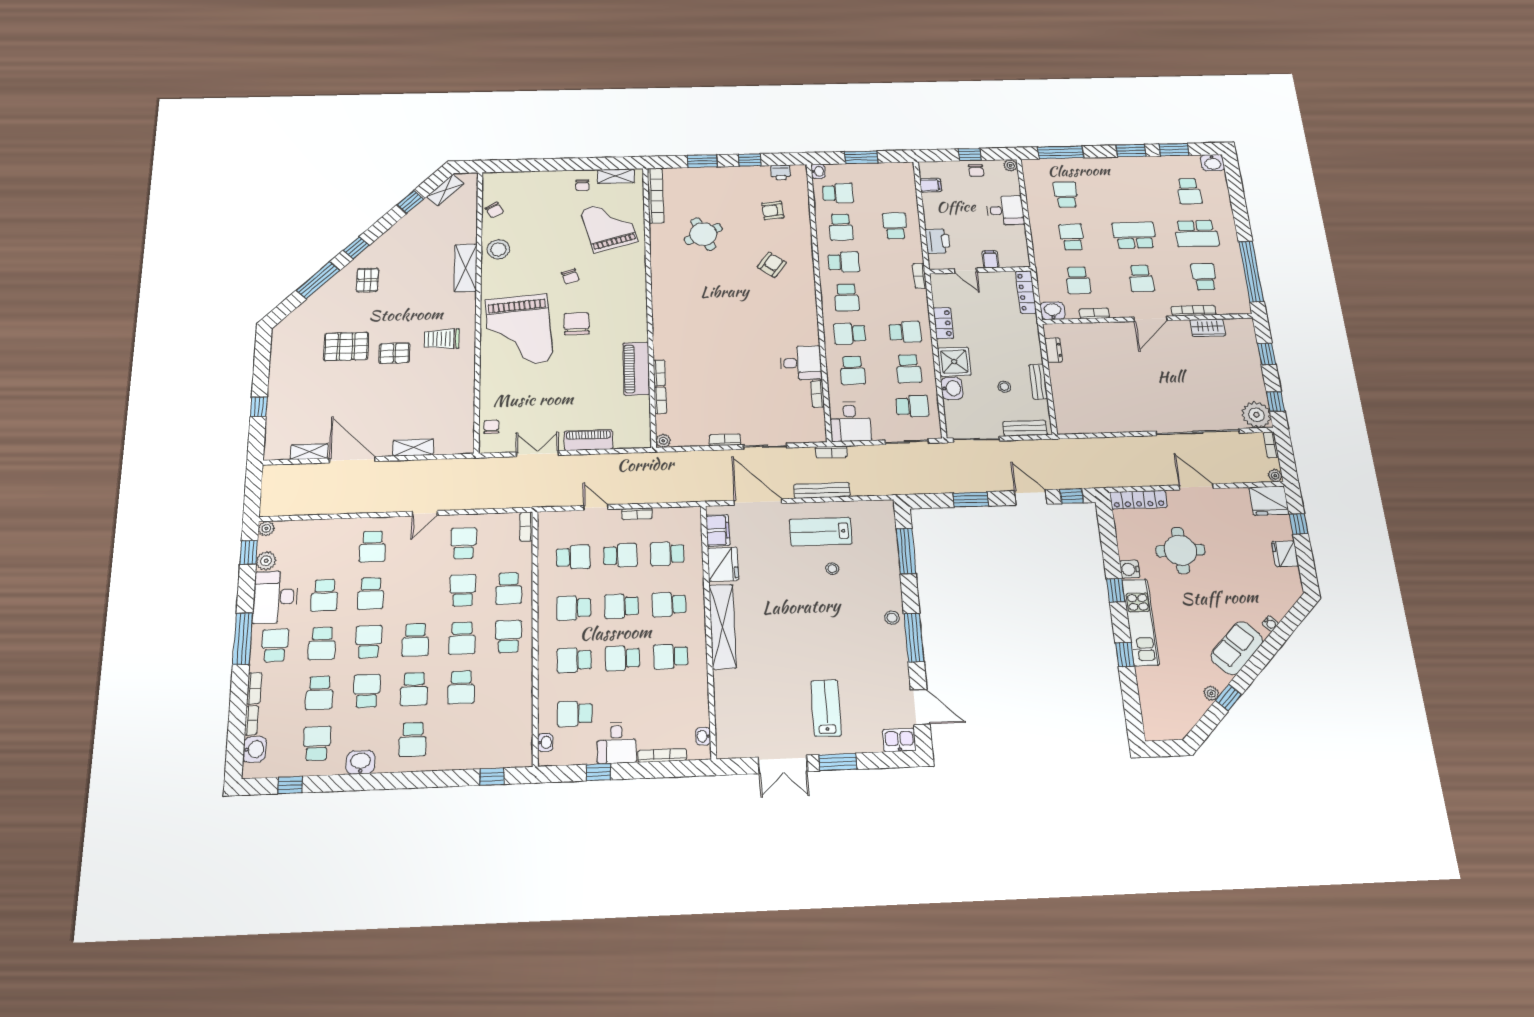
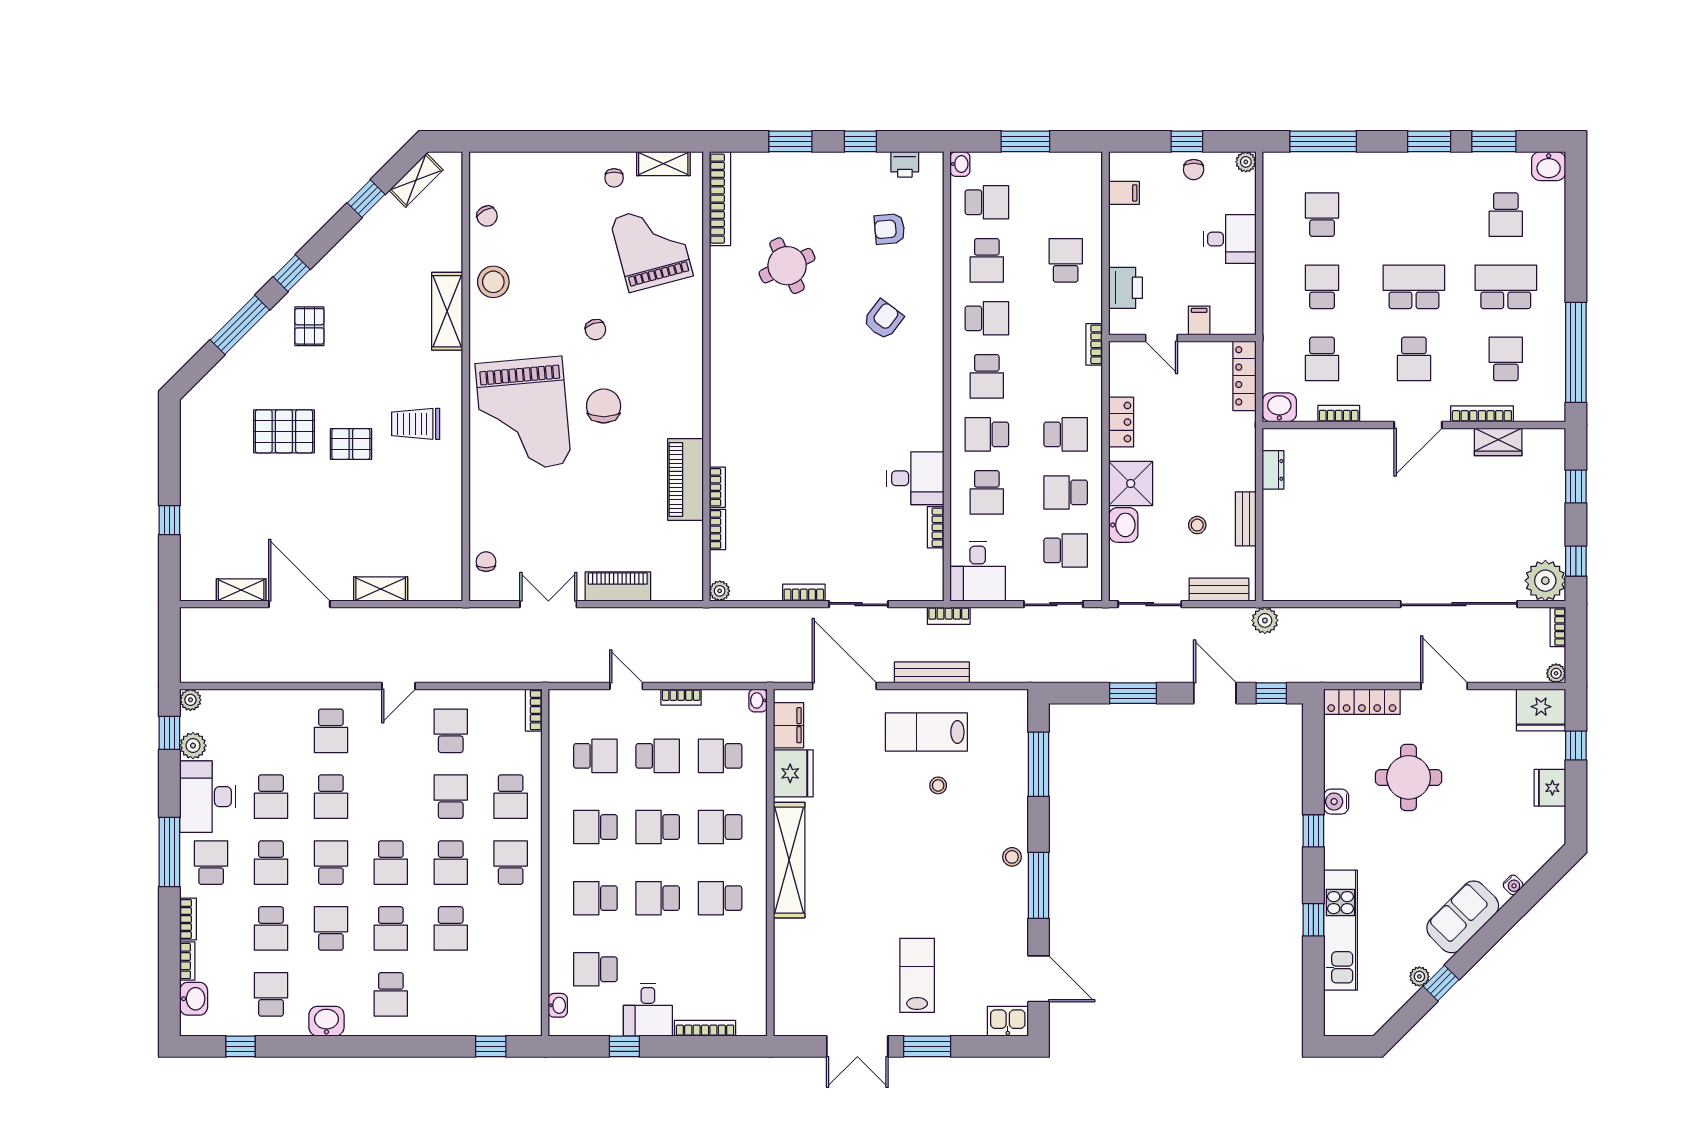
school desk: (1196, 234) -> (1506, 287), turned 180
school desk: (909, 369) -> (1066, 492), turned 90
plant: (1061, 447) -> (1265, 620), added
kitchen unit: (1141, 622) -> (1340, 930), moved
washbasin: (703, 736) -> (758, 700), moved

